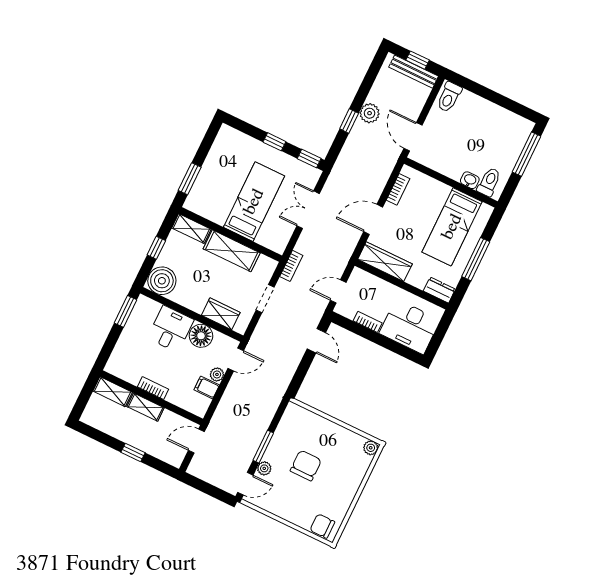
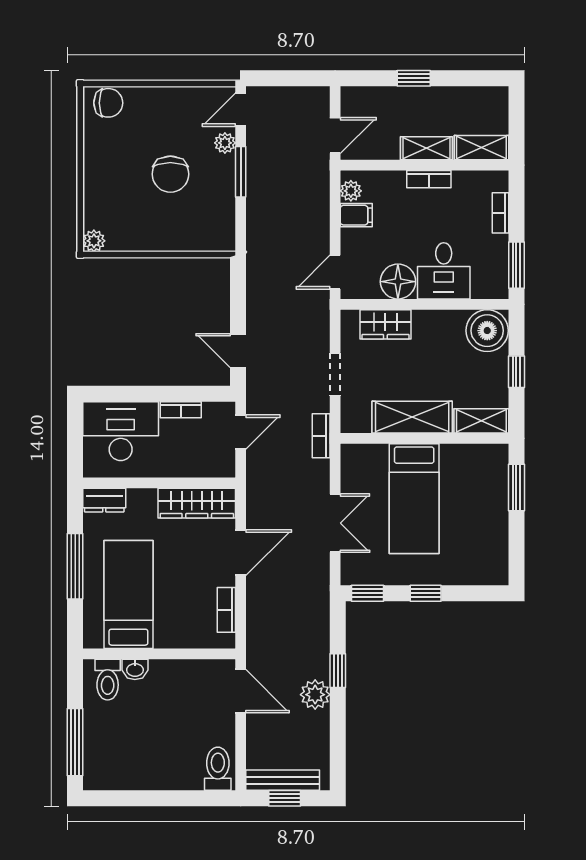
bookcase: (120, 347) -> (501, 213), added
plant: (217, 374) -> (351, 191), moved

